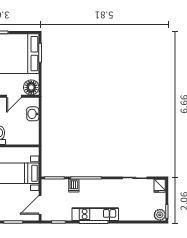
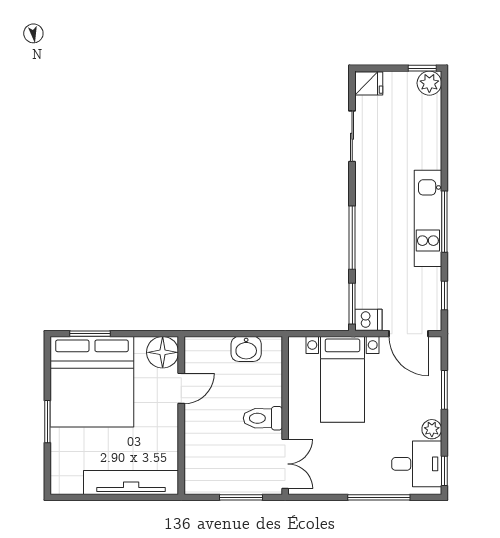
door: (14, 96) -> (181, 388), hinge flipped
washbasin: (33, 114) -> (246, 349), moved
dishwasher: (74, 186) -> (368, 320), moved

